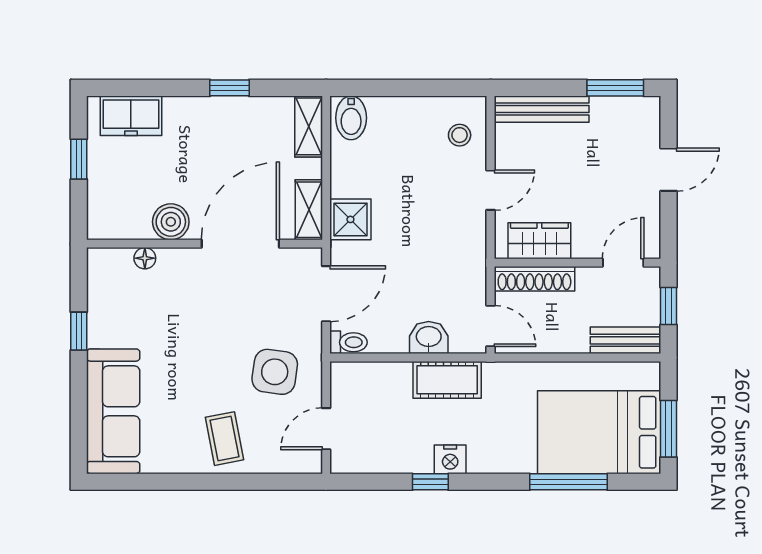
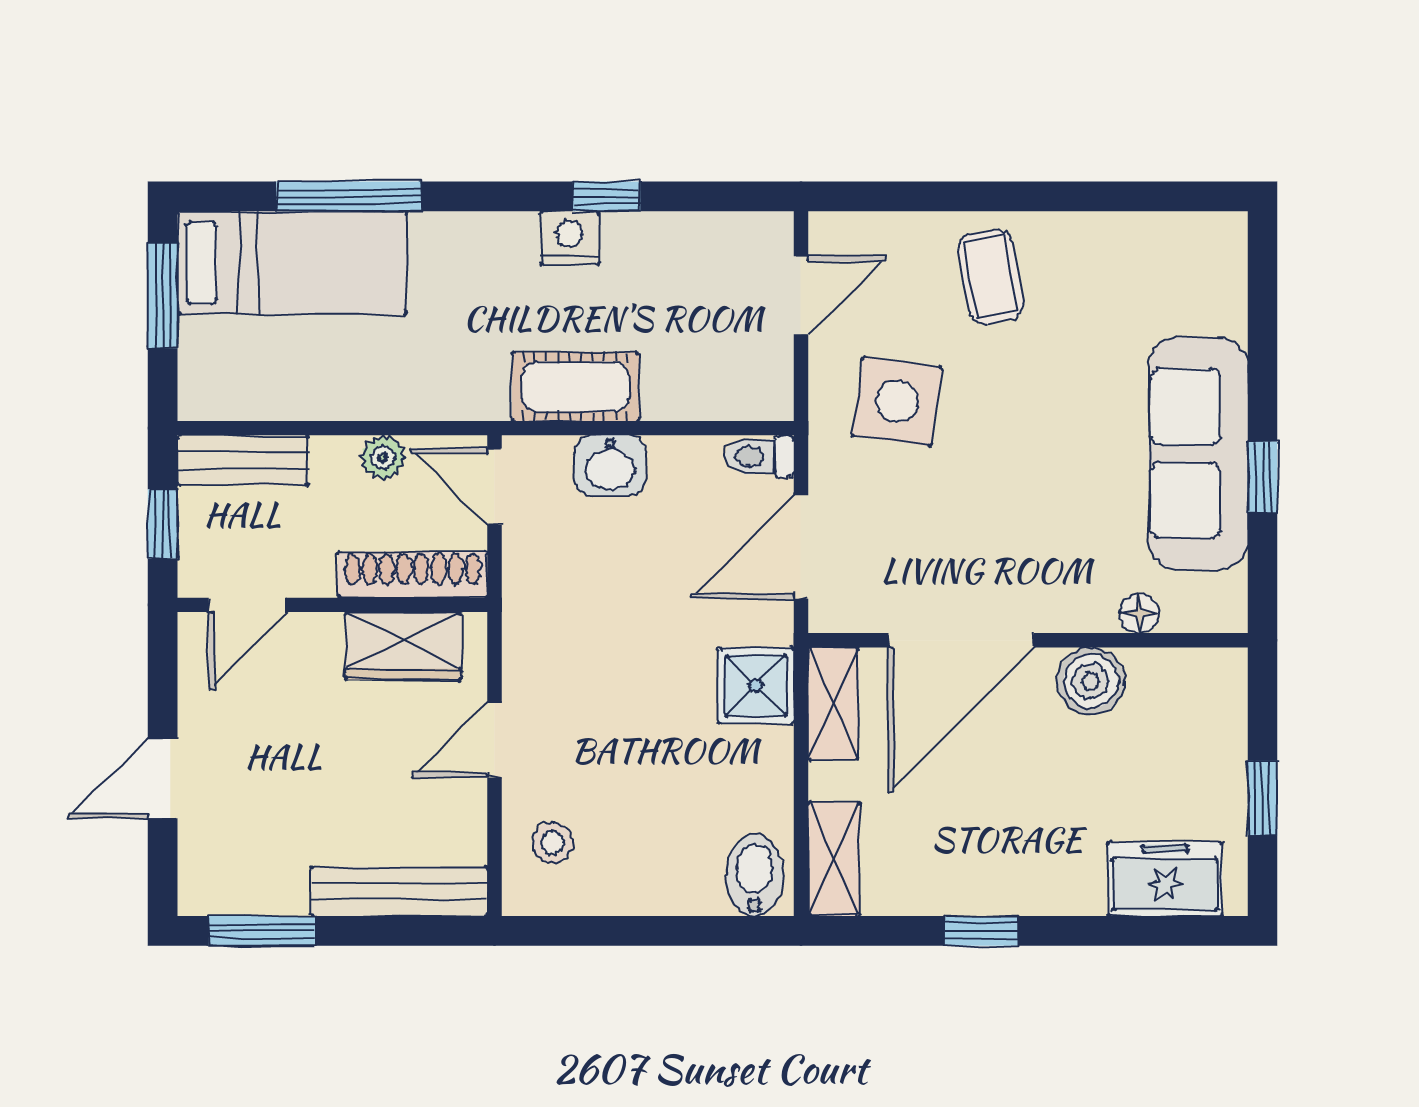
plant: (550, 342) -> (383, 457), added
sofa: (113, 411) -> (1198, 454), moved
bed: (599, 432) -> (292, 263), width x0.67

